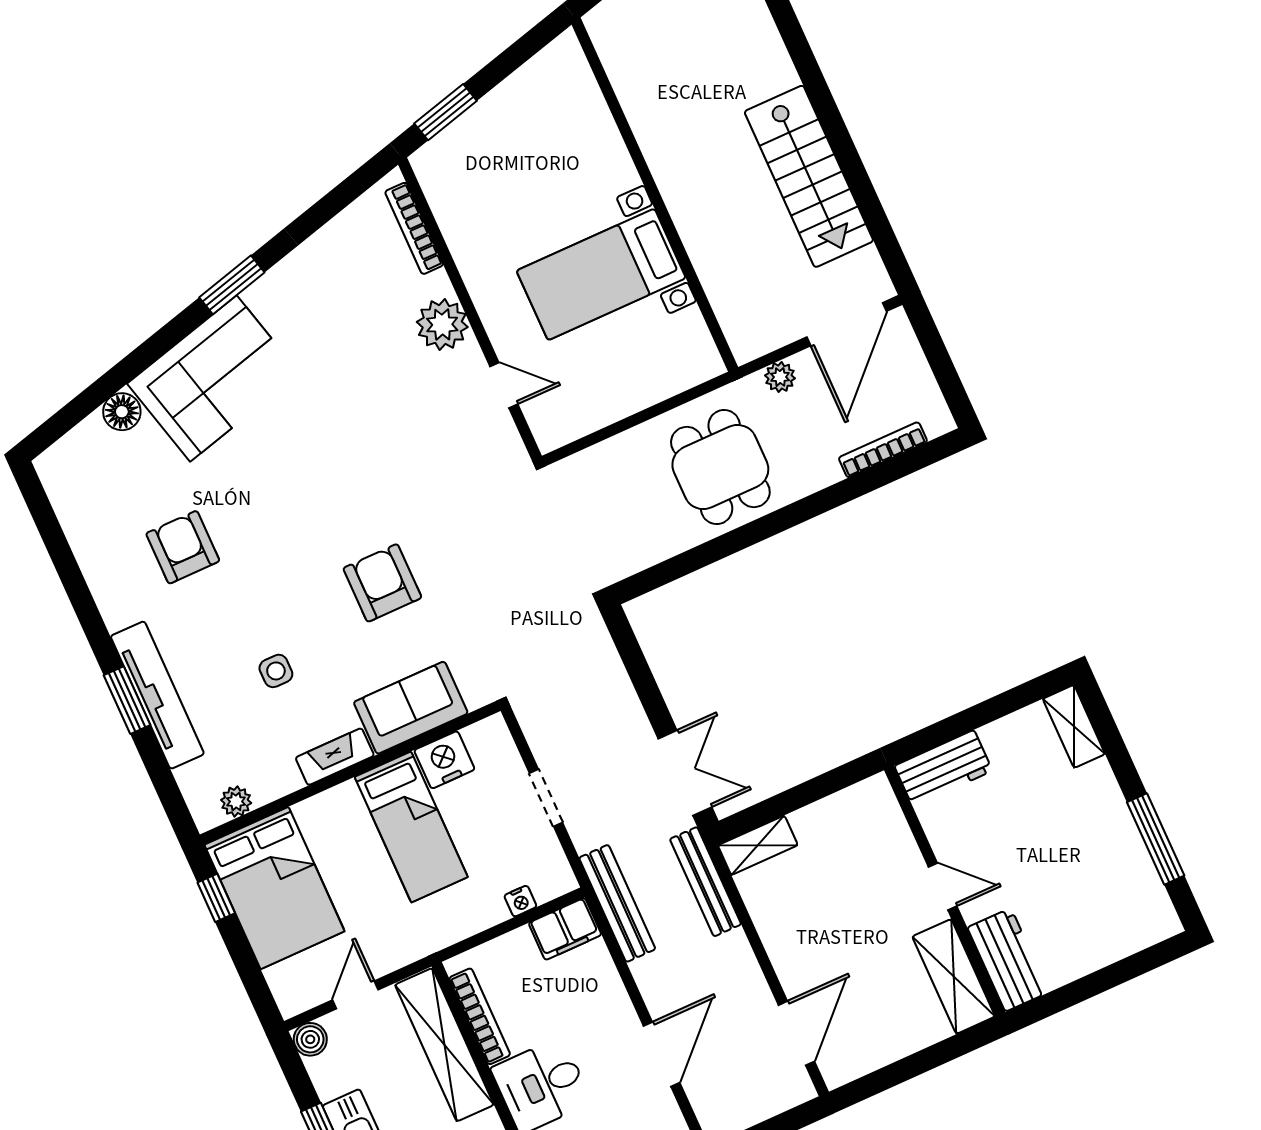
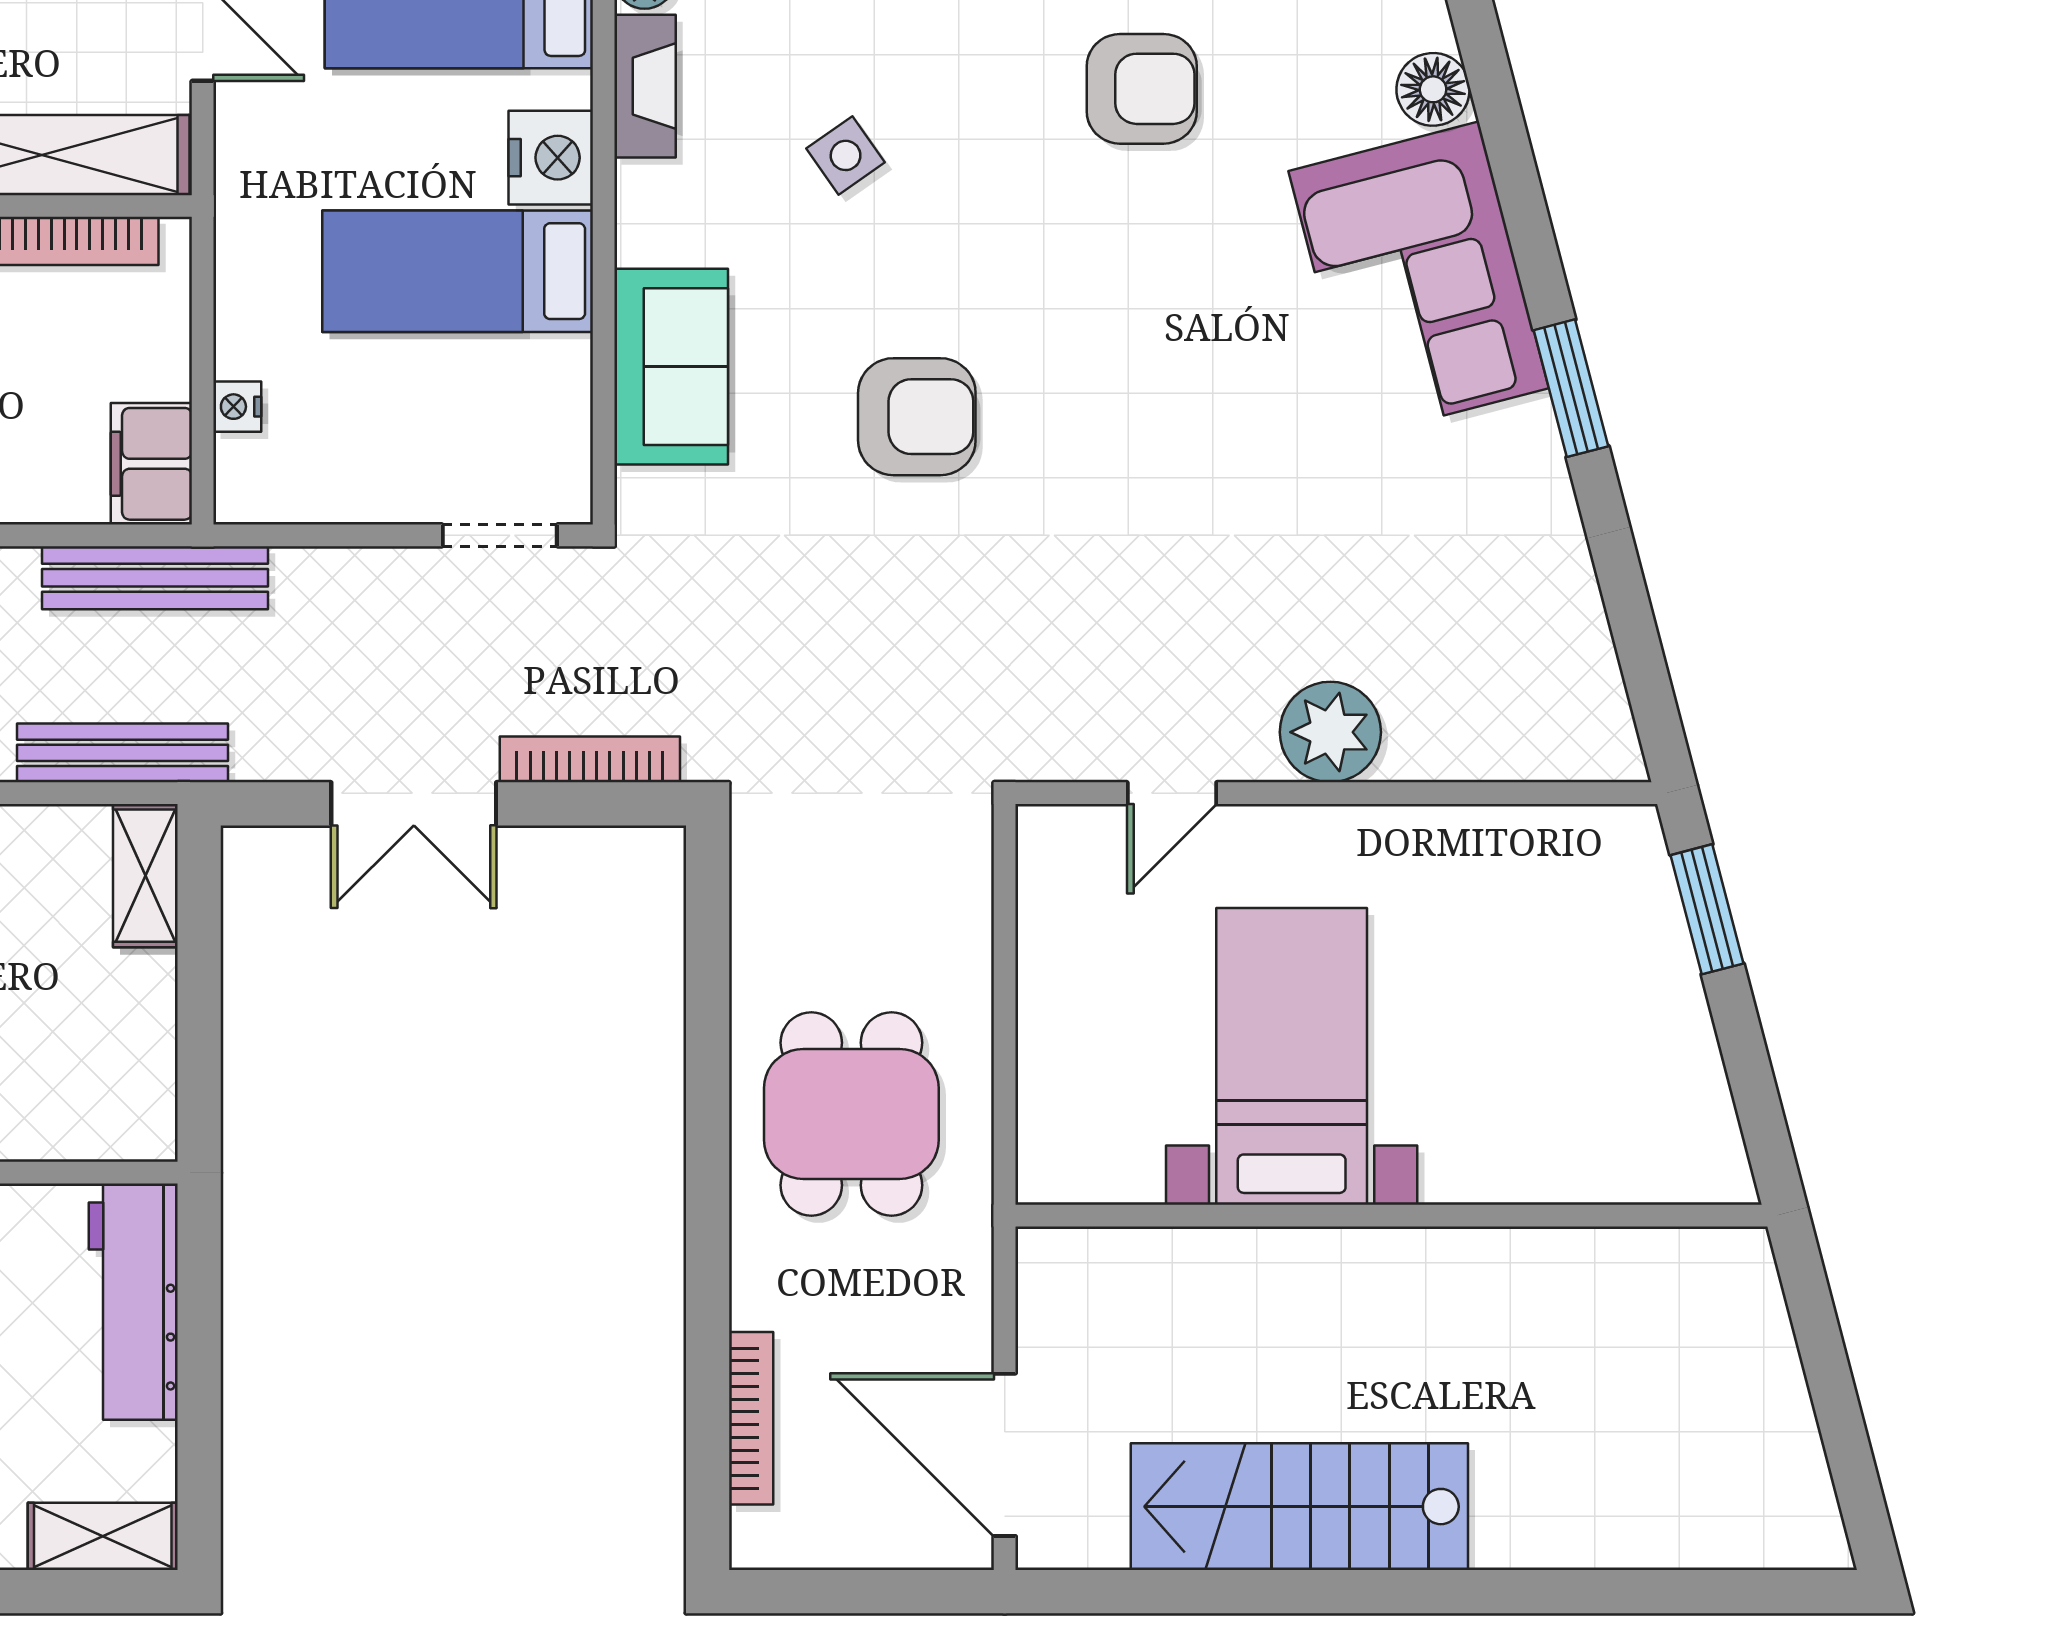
bookcase: (414, 228) -> (590, 759), moved
plant: (780, 377) -> (964, 1293), removed
dining table: (720, 467) -> (851, 1114), turned 90
side table: (276, 671) -> (846, 155), turned -35
fireplace: (335, 757) -> (645, 86), moved
nightstand: (444, 760) -> (551, 158), moved
workbench: (943, 768) -> (133, 1302), width x1.38
double door: (685, 773) -> (414, 804), moved
doorway: (546, 798) -> (500, 535), moved

